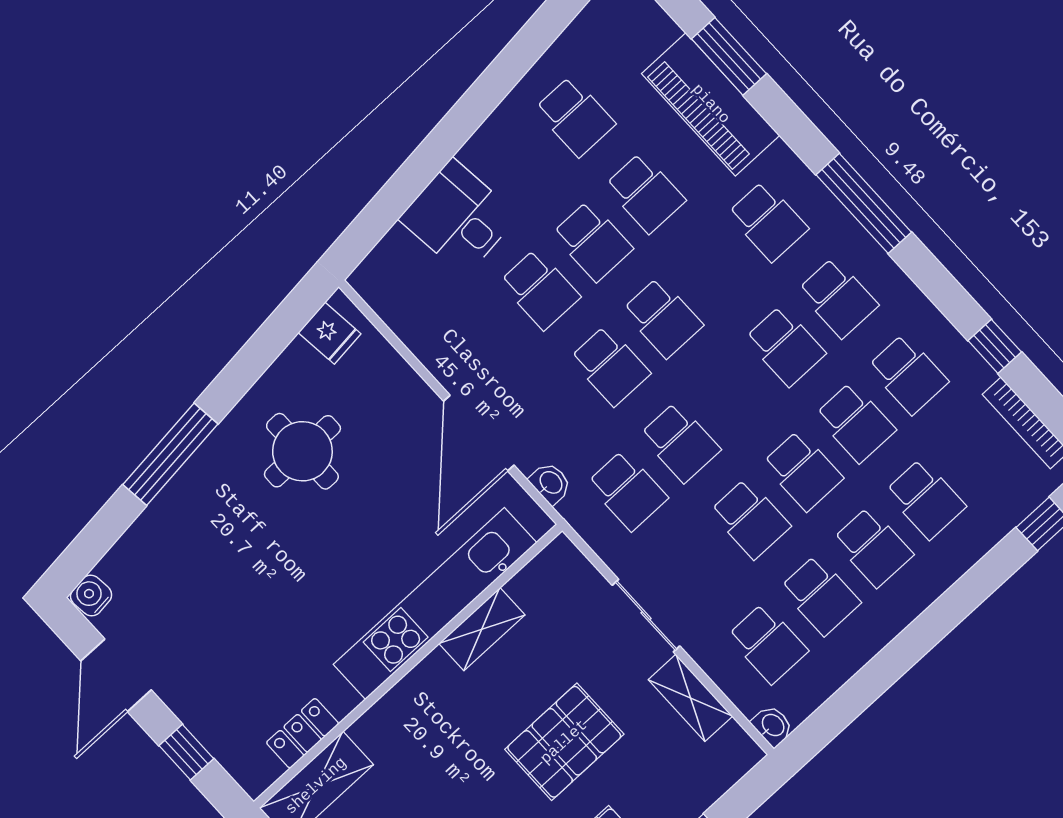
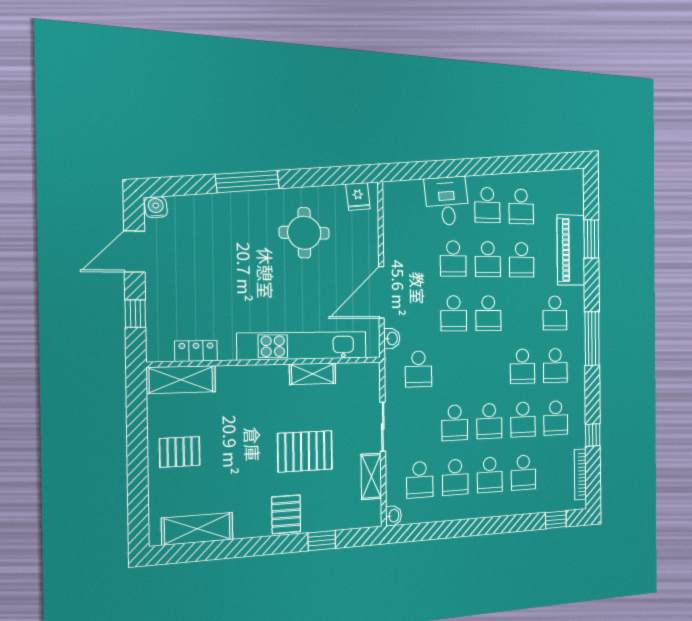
school desk: (680, 442) -> (487, 205), moved

